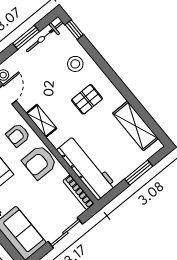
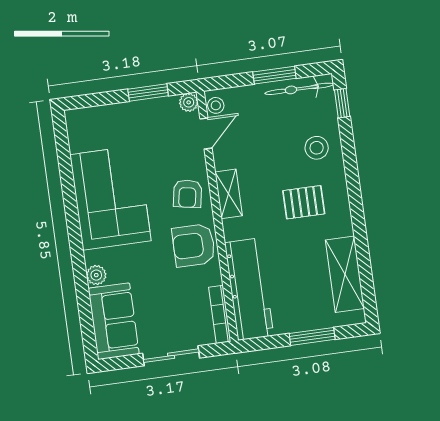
armchair: (18, 135) -> (187, 194), turned -80

